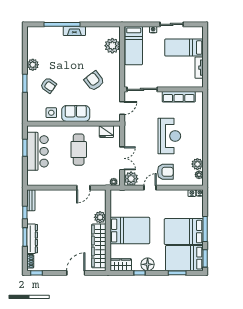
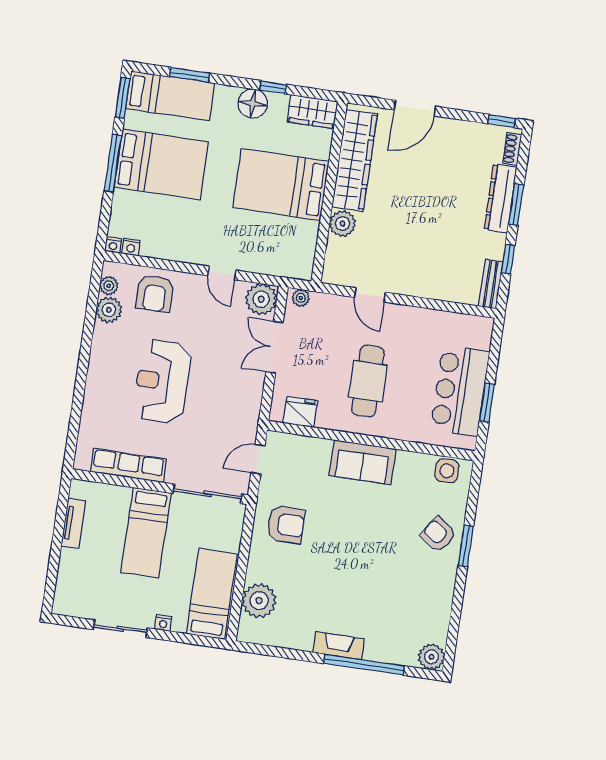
bed: (184, 48) -> (146, 533), moved, turned 90
plant: (33, 65) -> (432, 657), moved
armchair: (94, 81) -> (286, 525), moved, turned -52
armchair: (48, 85) -> (438, 535), moved
side table: (51, 113) -> (447, 471), moved
armchair: (165, 172) -> (155, 293), moved, turned -90
door: (83, 188) -> (370, 295), swing flipped
door: (150, 188) -> (222, 273), hinge flipped
bed: (184, 258) -> (170, 96), width x0.67

